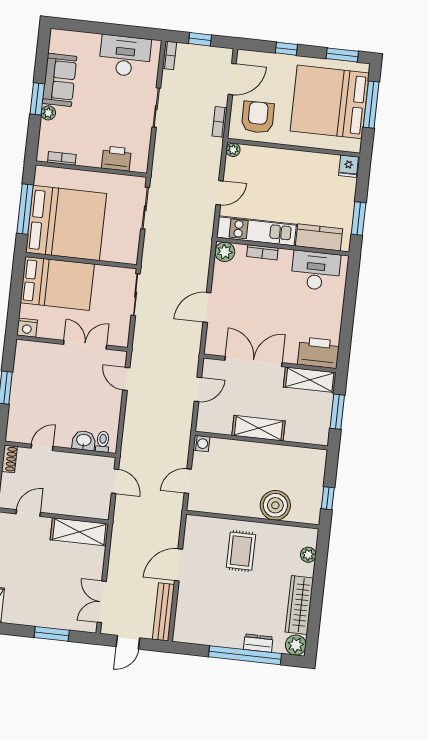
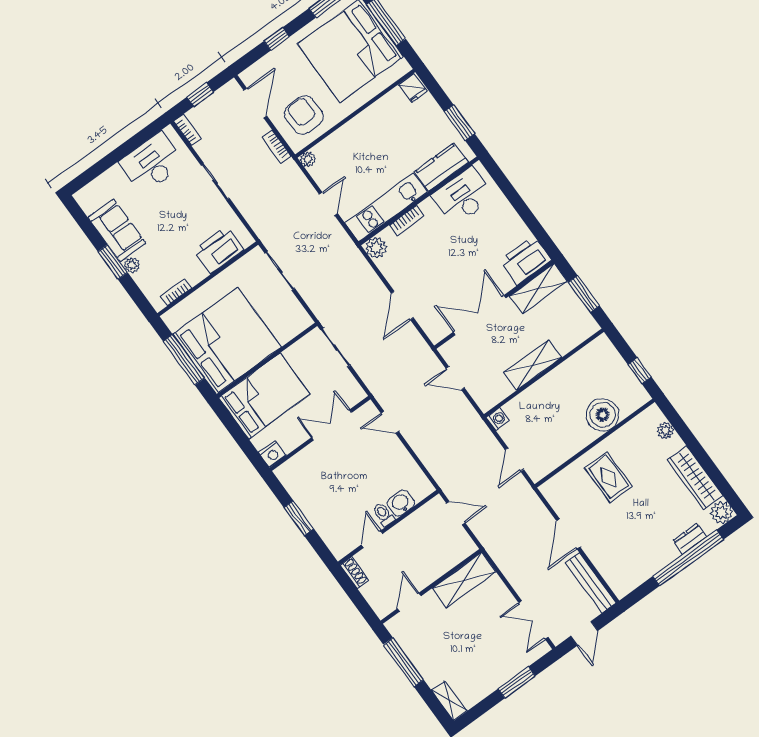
printer: (116, 158) -> (219, 250), width x1.37, depth x1.19
door: (198, 389) -> (455, 378), swing flipped
toilet: (103, 442) -> (383, 514), moved

